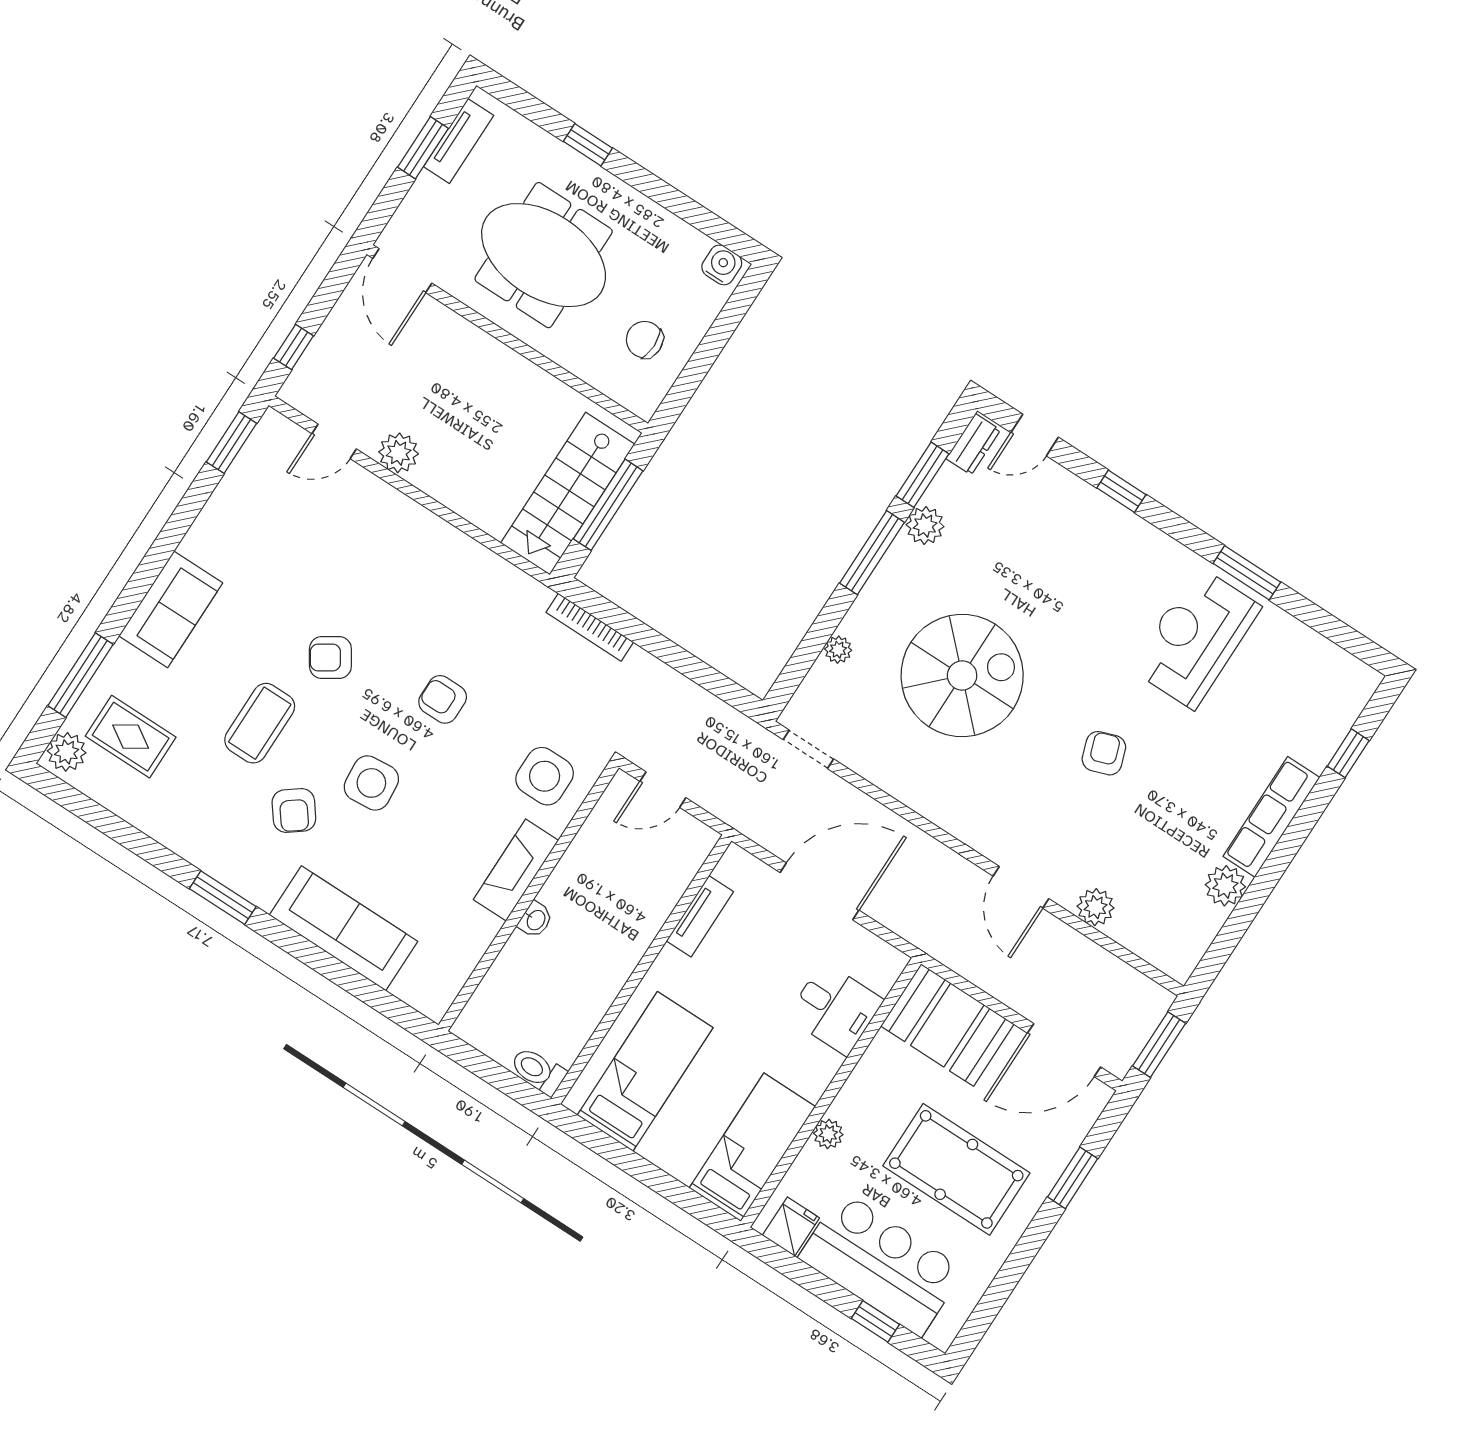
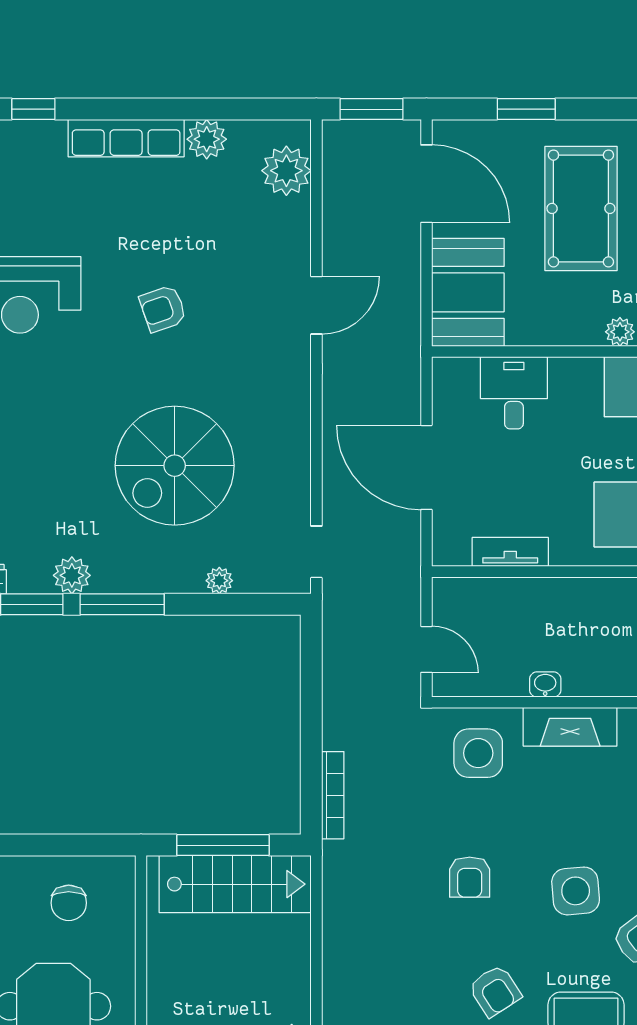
spiral stairs: (962, 675) -> (175, 466), turned -90
plant: (1095, 907) -> (286, 171), moved, width x1.36, depth x1.36
washbasin: (535, 920) -> (545, 684), moved

